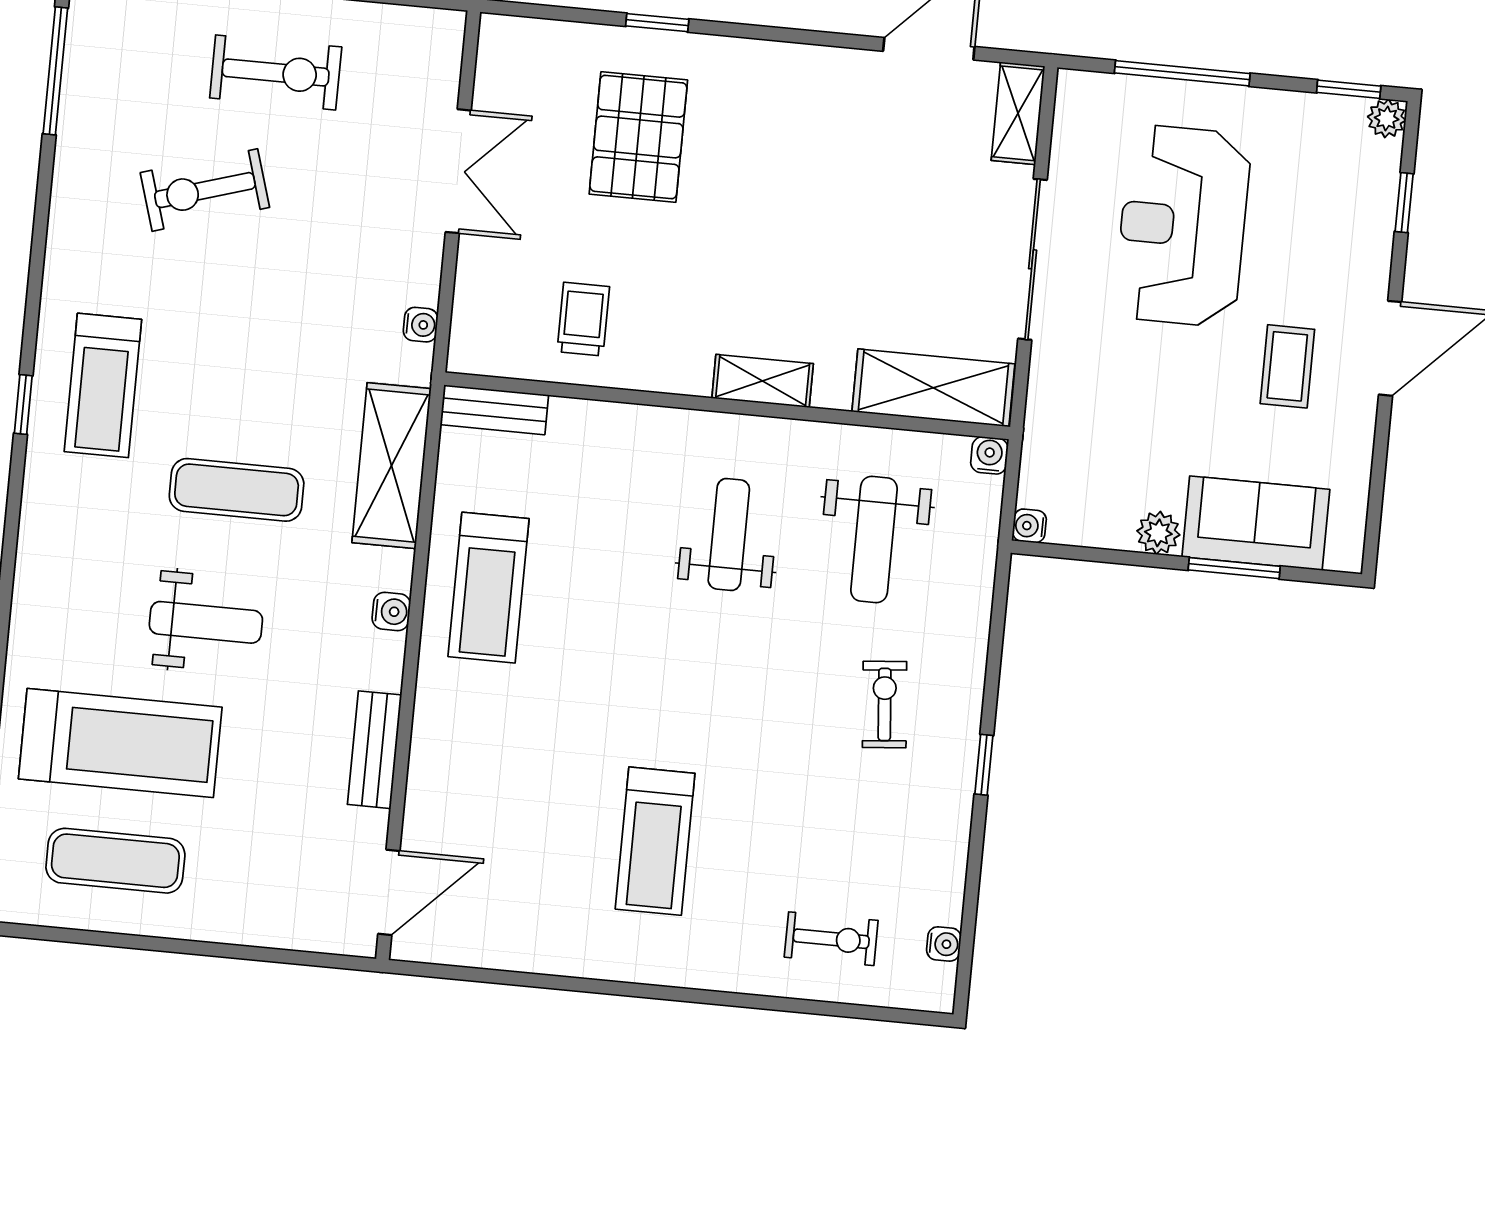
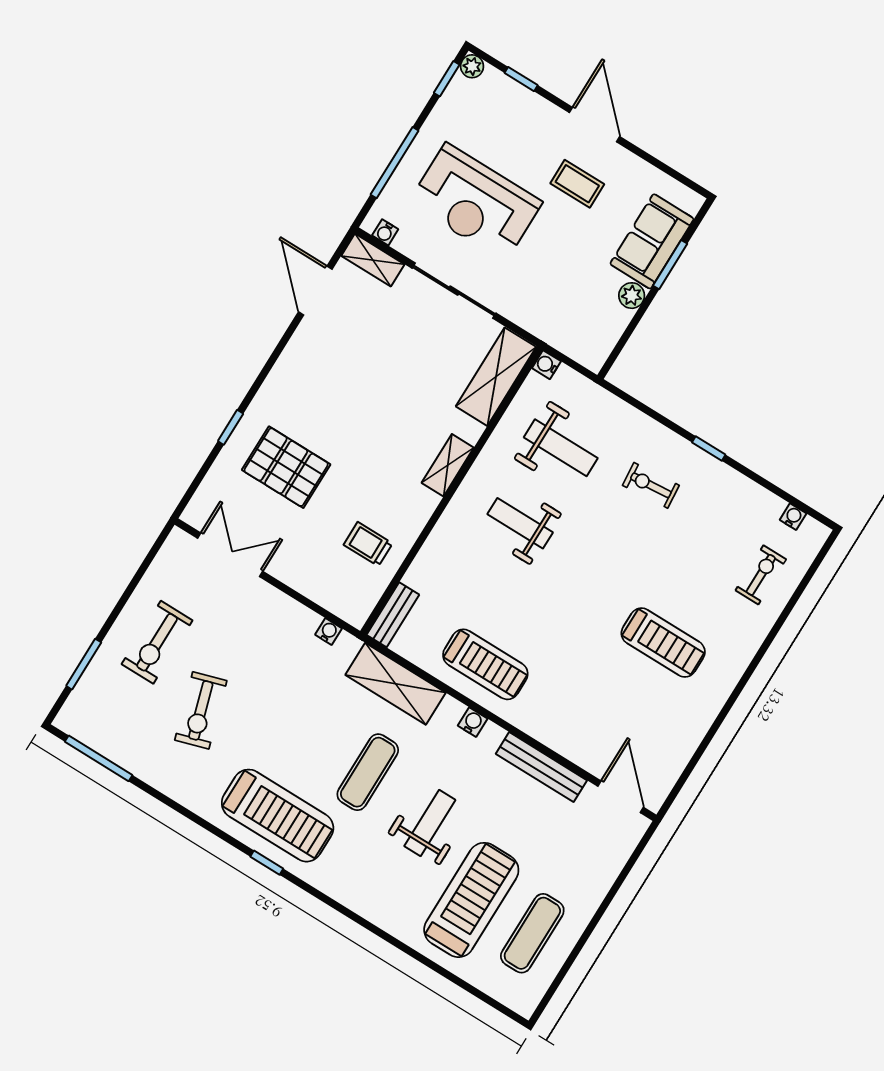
exercise bike: (276, 72) -> (157, 642), turned 180
double door: (458, 171) -> (230, 555), moved
treadmill: (103, 385) -> (278, 816), width x1.37, depth x1.38
water cooler: (1029, 526) -> (385, 232), moved
bench: (375, 750) -> (541, 767), width x1.36

